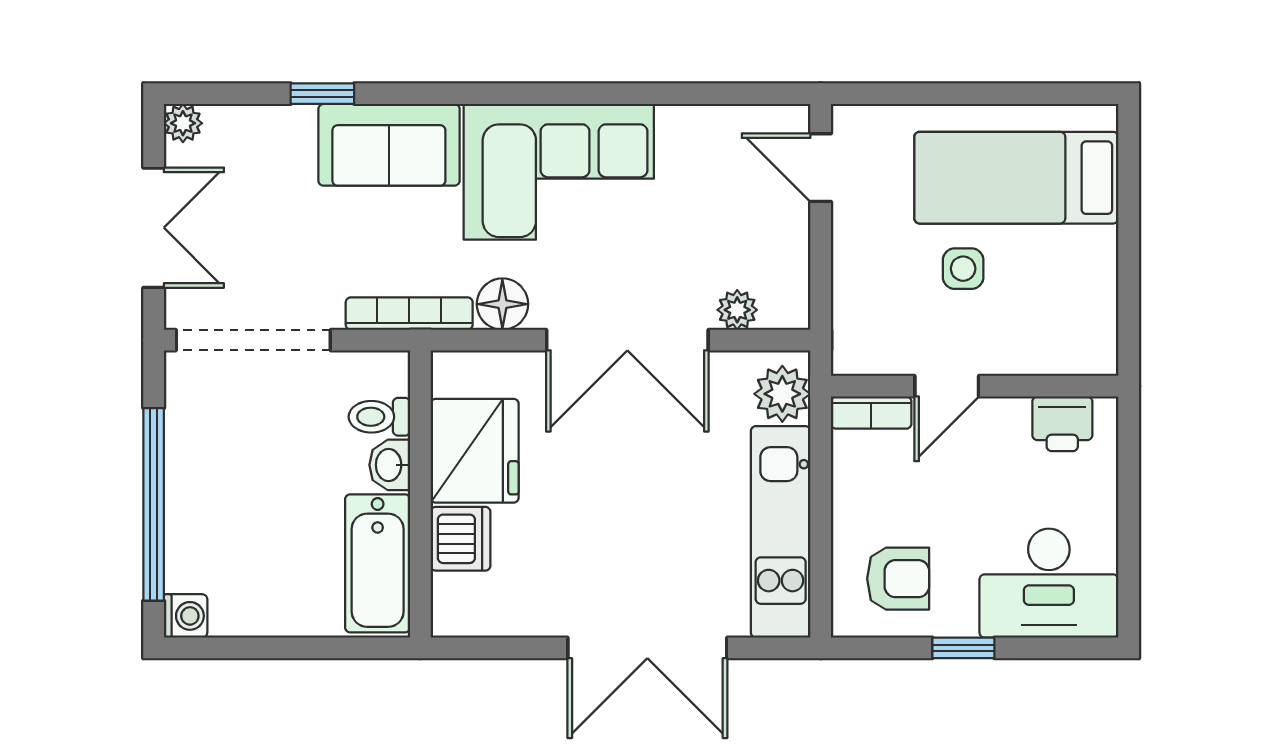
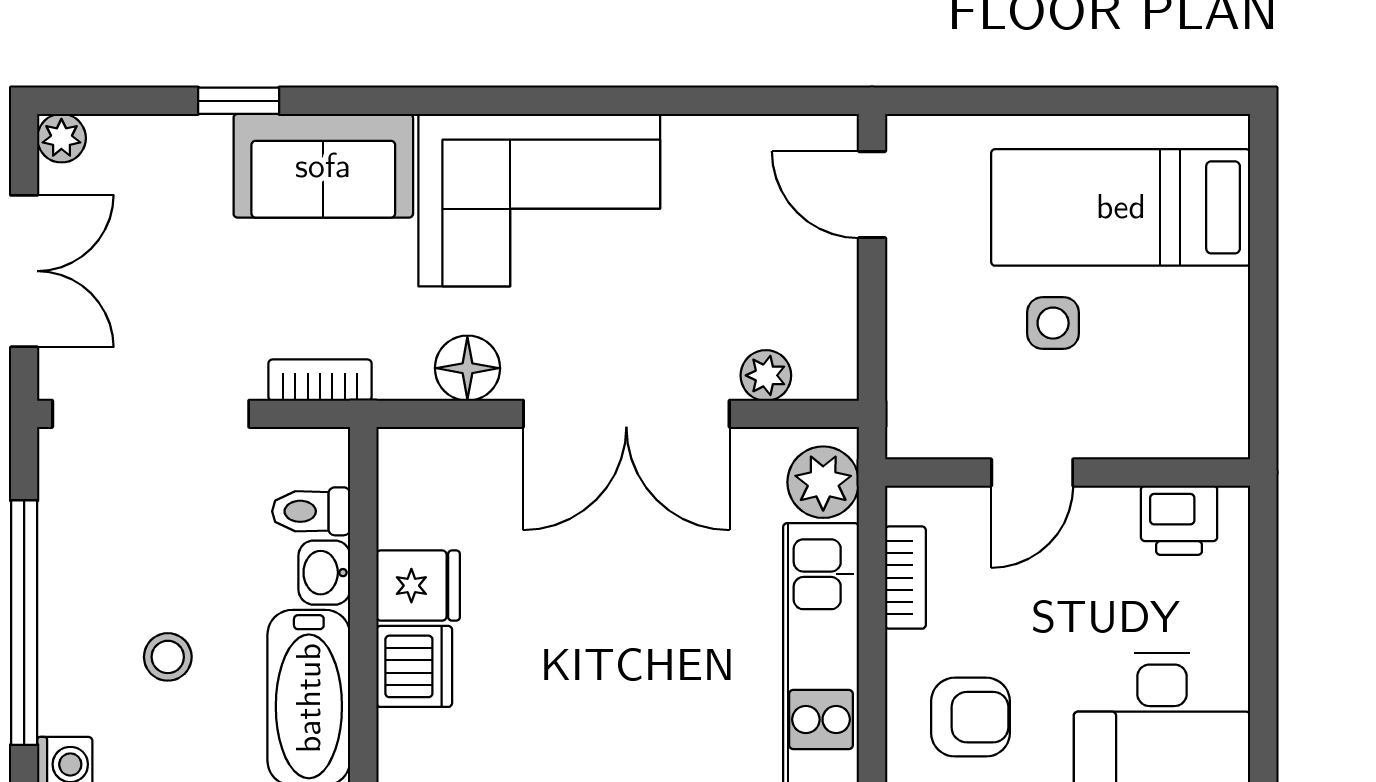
bookcase: (409, 314) -> (320, 380), width x0.64
bookcase: (871, 413) -> (905, 578), moved, turned -90
fridge: (475, 451) -> (418, 586), width x0.53, depth x0.75
stool: (267, 531) -> (168, 657), added

